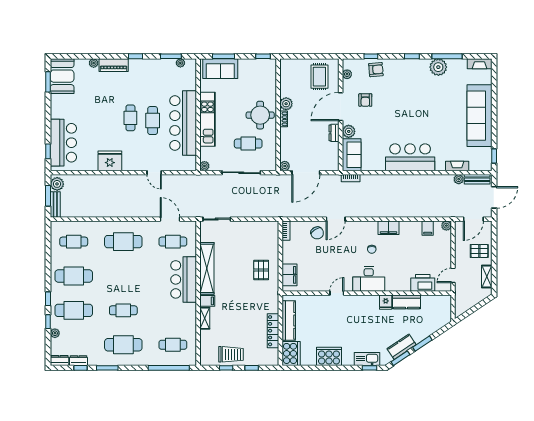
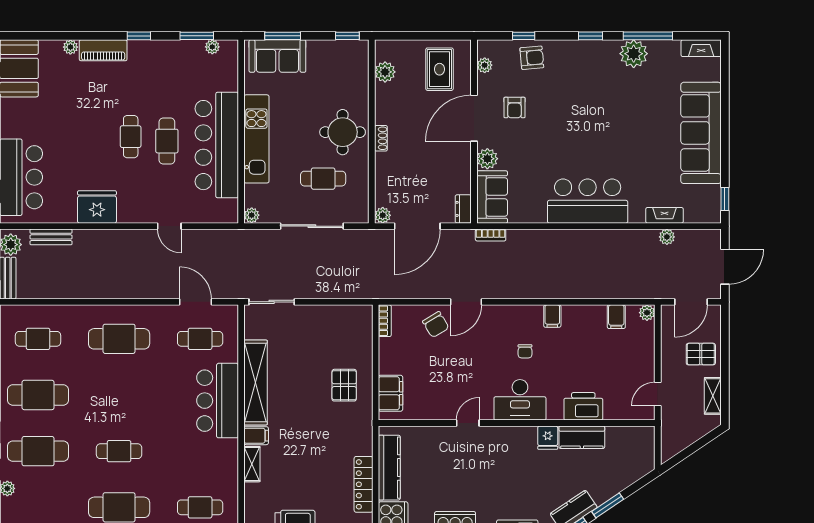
plant: (286, 104) -> (385, 72), moved
dresser: (334, 133) -> (463, 209), moved
bench: (477, 179) -> (51, 237), moved
filing cabinet: (388, 228) -> (552, 316), width x0.50
printer: (423, 283) -> (583, 406), moved

